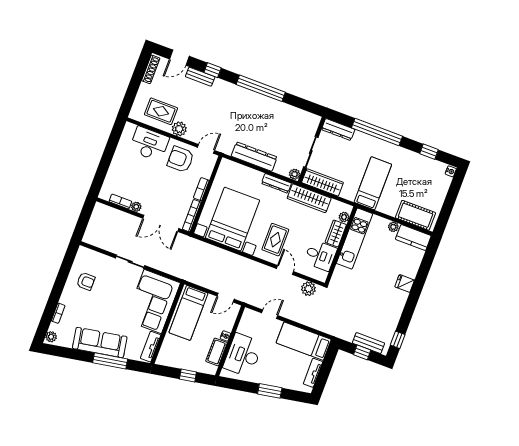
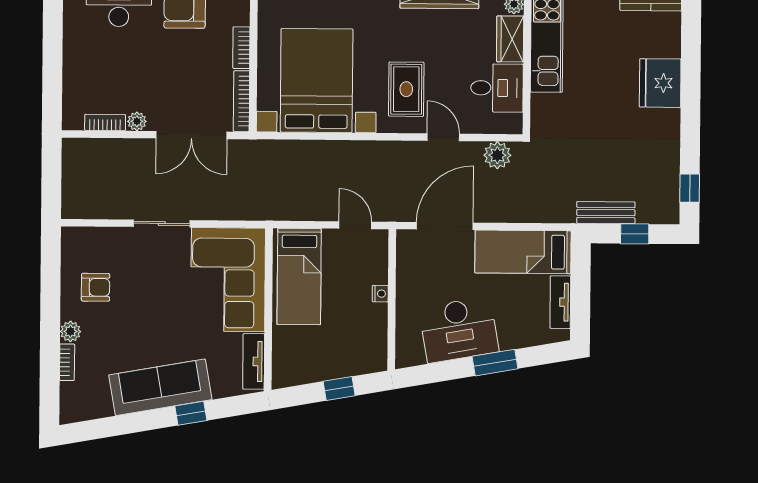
fridge: (405, 283) -> (660, 83), width x1.88, depth x1.34
door: (226, 298) -> (355, 225), swing flipped
door: (270, 314) -> (445, 226), width x1.88
plant: (51, 337) -> (70, 331), moved
bench: (369, 343) -> (606, 213), moved
cot: (217, 352) -> (375, 328), removed
desk: (243, 355) -> (459, 330), moved, turned -100
window: (110, 361) -> (191, 413), width x0.46

